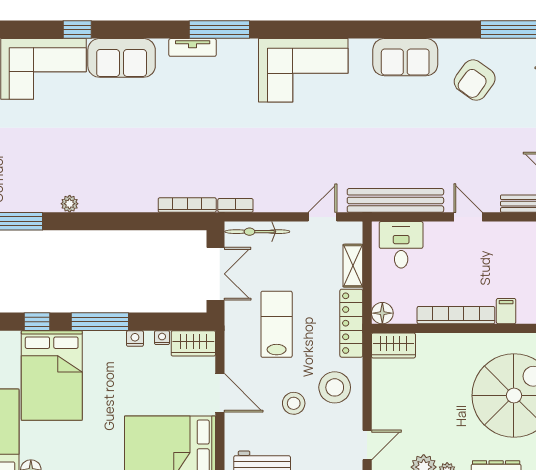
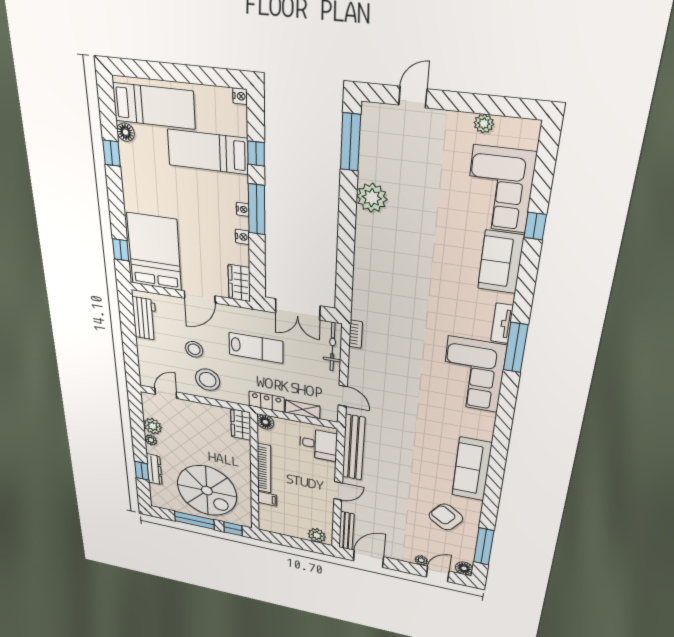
sofa: (405, 57) -> (472, 469), width x1.36
corner sofa: (303, 70) -> (473, 375), moved
plant: (70, 204) -> (372, 198), width x1.88, depth x1.88
bookcase: (187, 205) -> (358, 297), removed
locker: (351, 323) -> (267, 402), width x0.66
nightstand: (162, 338) -> (243, 209), moved
bed: (52, 376) -> (208, 152), width x0.67
door: (367, 445) -> (166, 393), swing flipped

